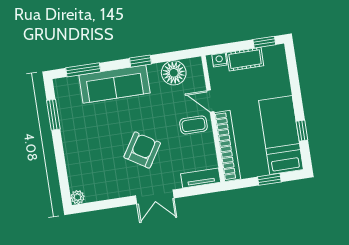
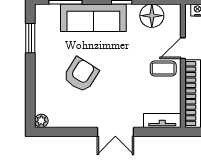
door: (210, 101) -> (183, 48), hinge flipped
armchair: (142, 150) -> (81, 75), moved

